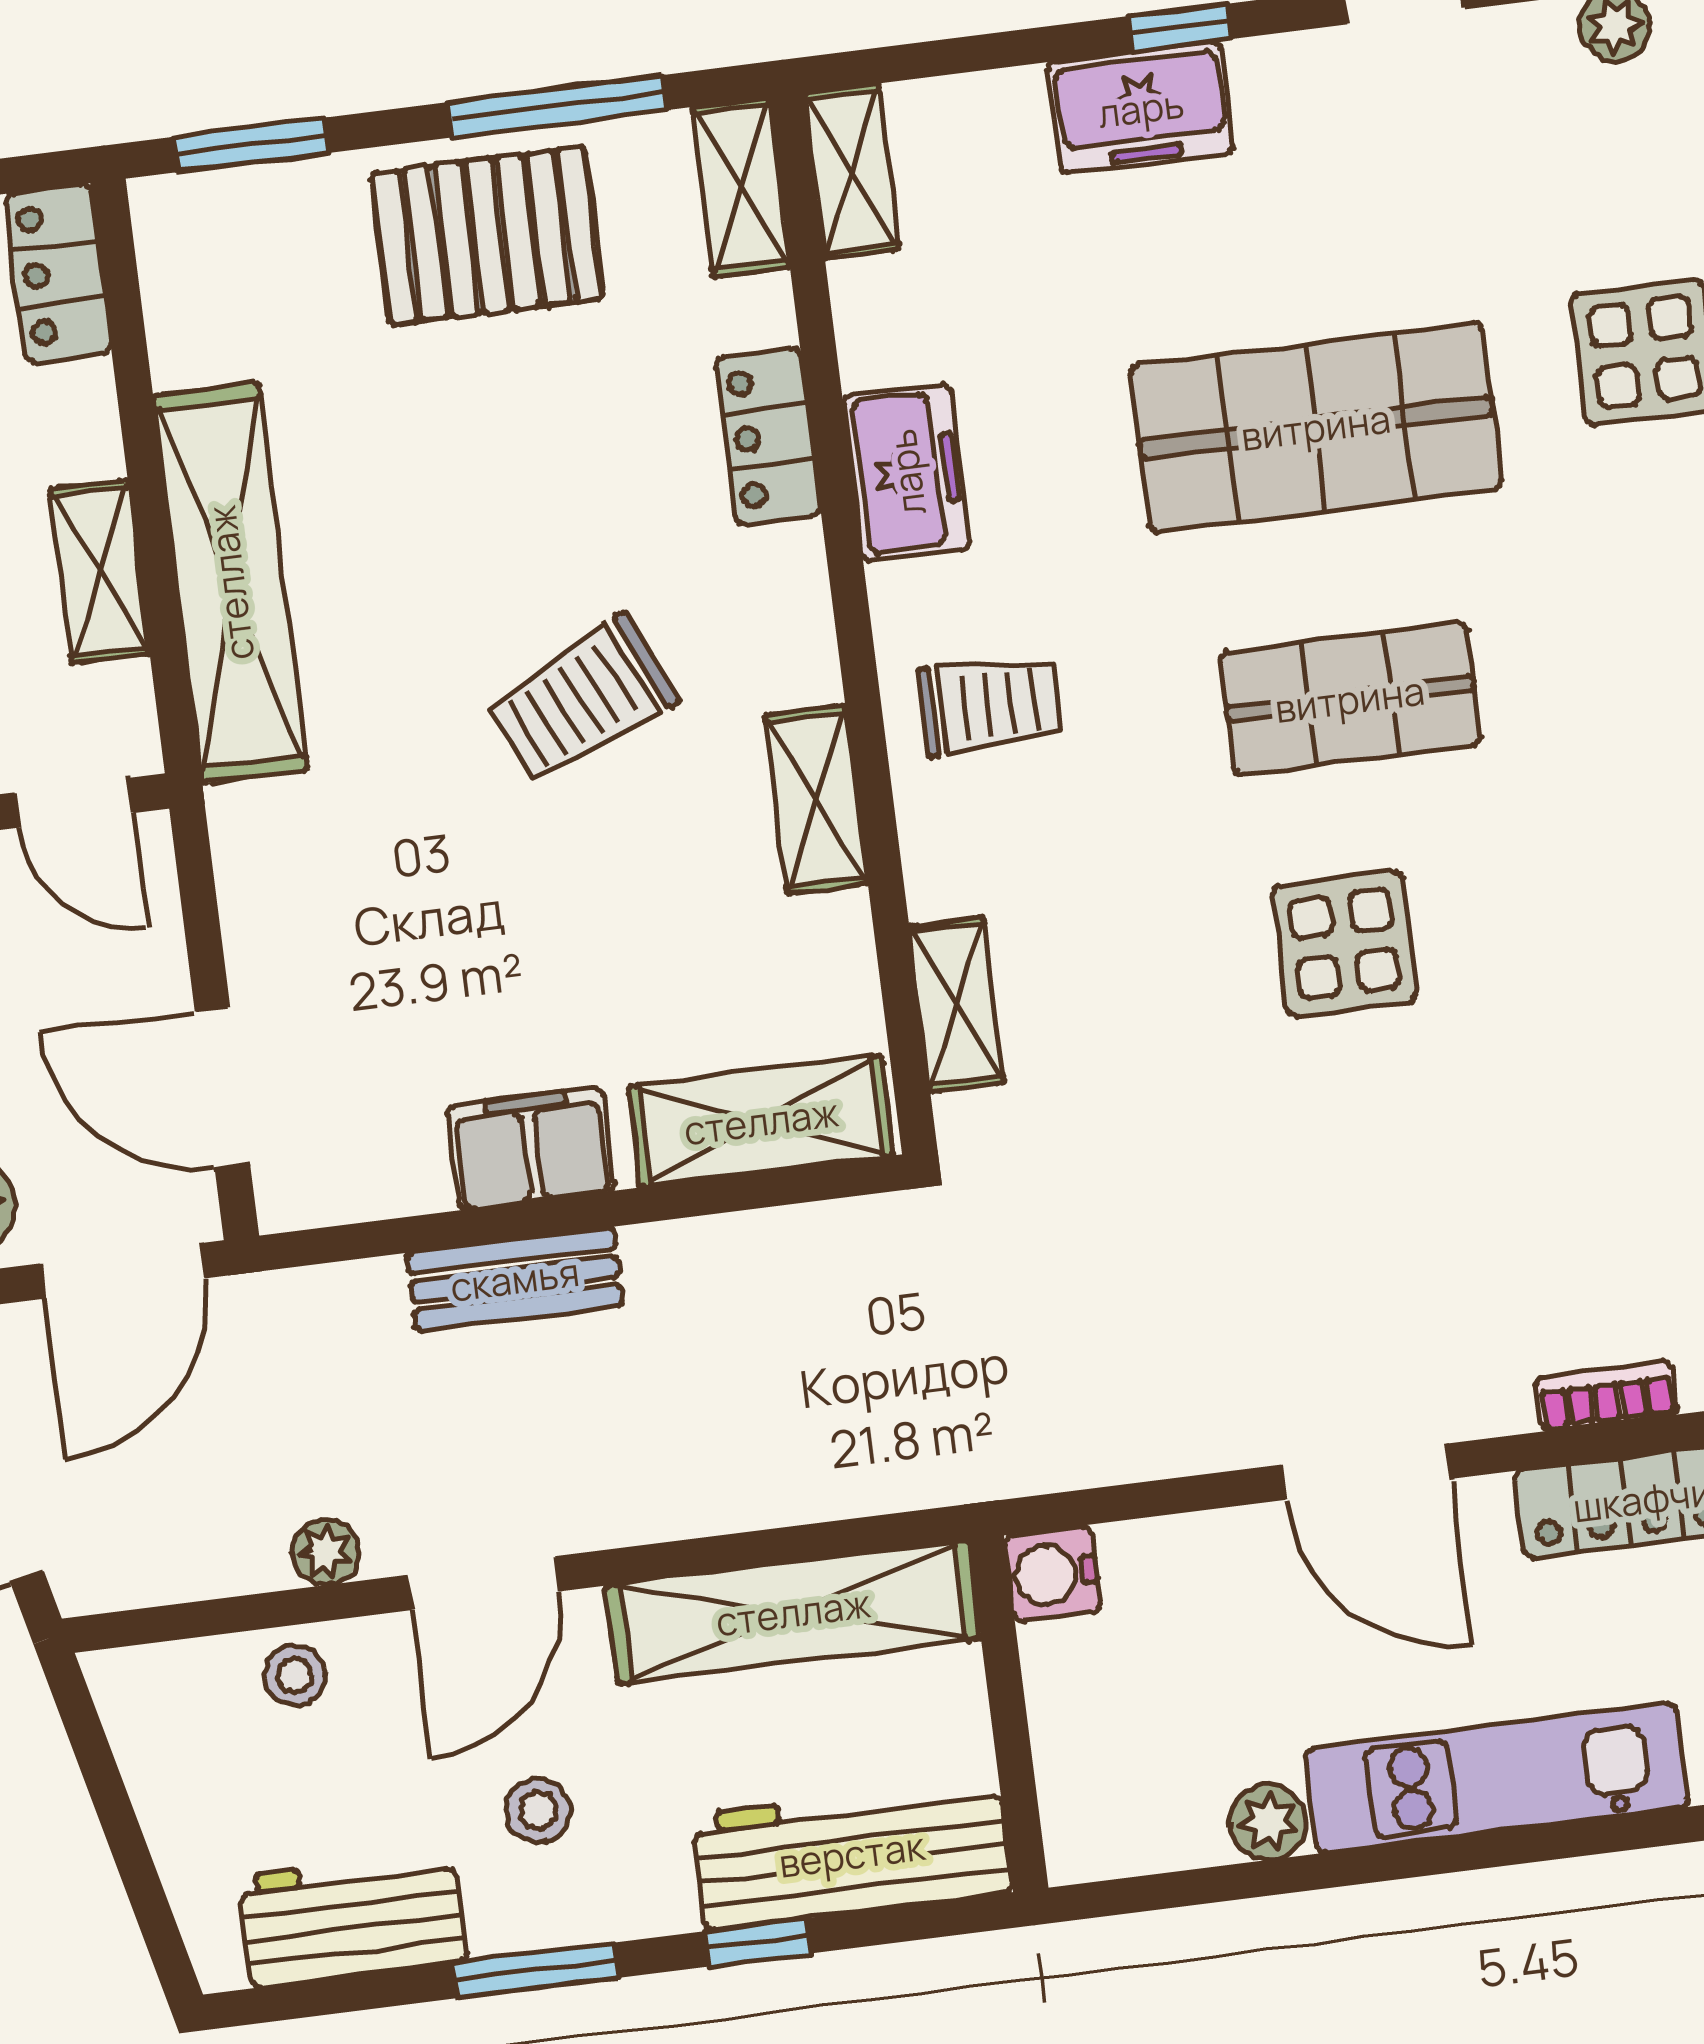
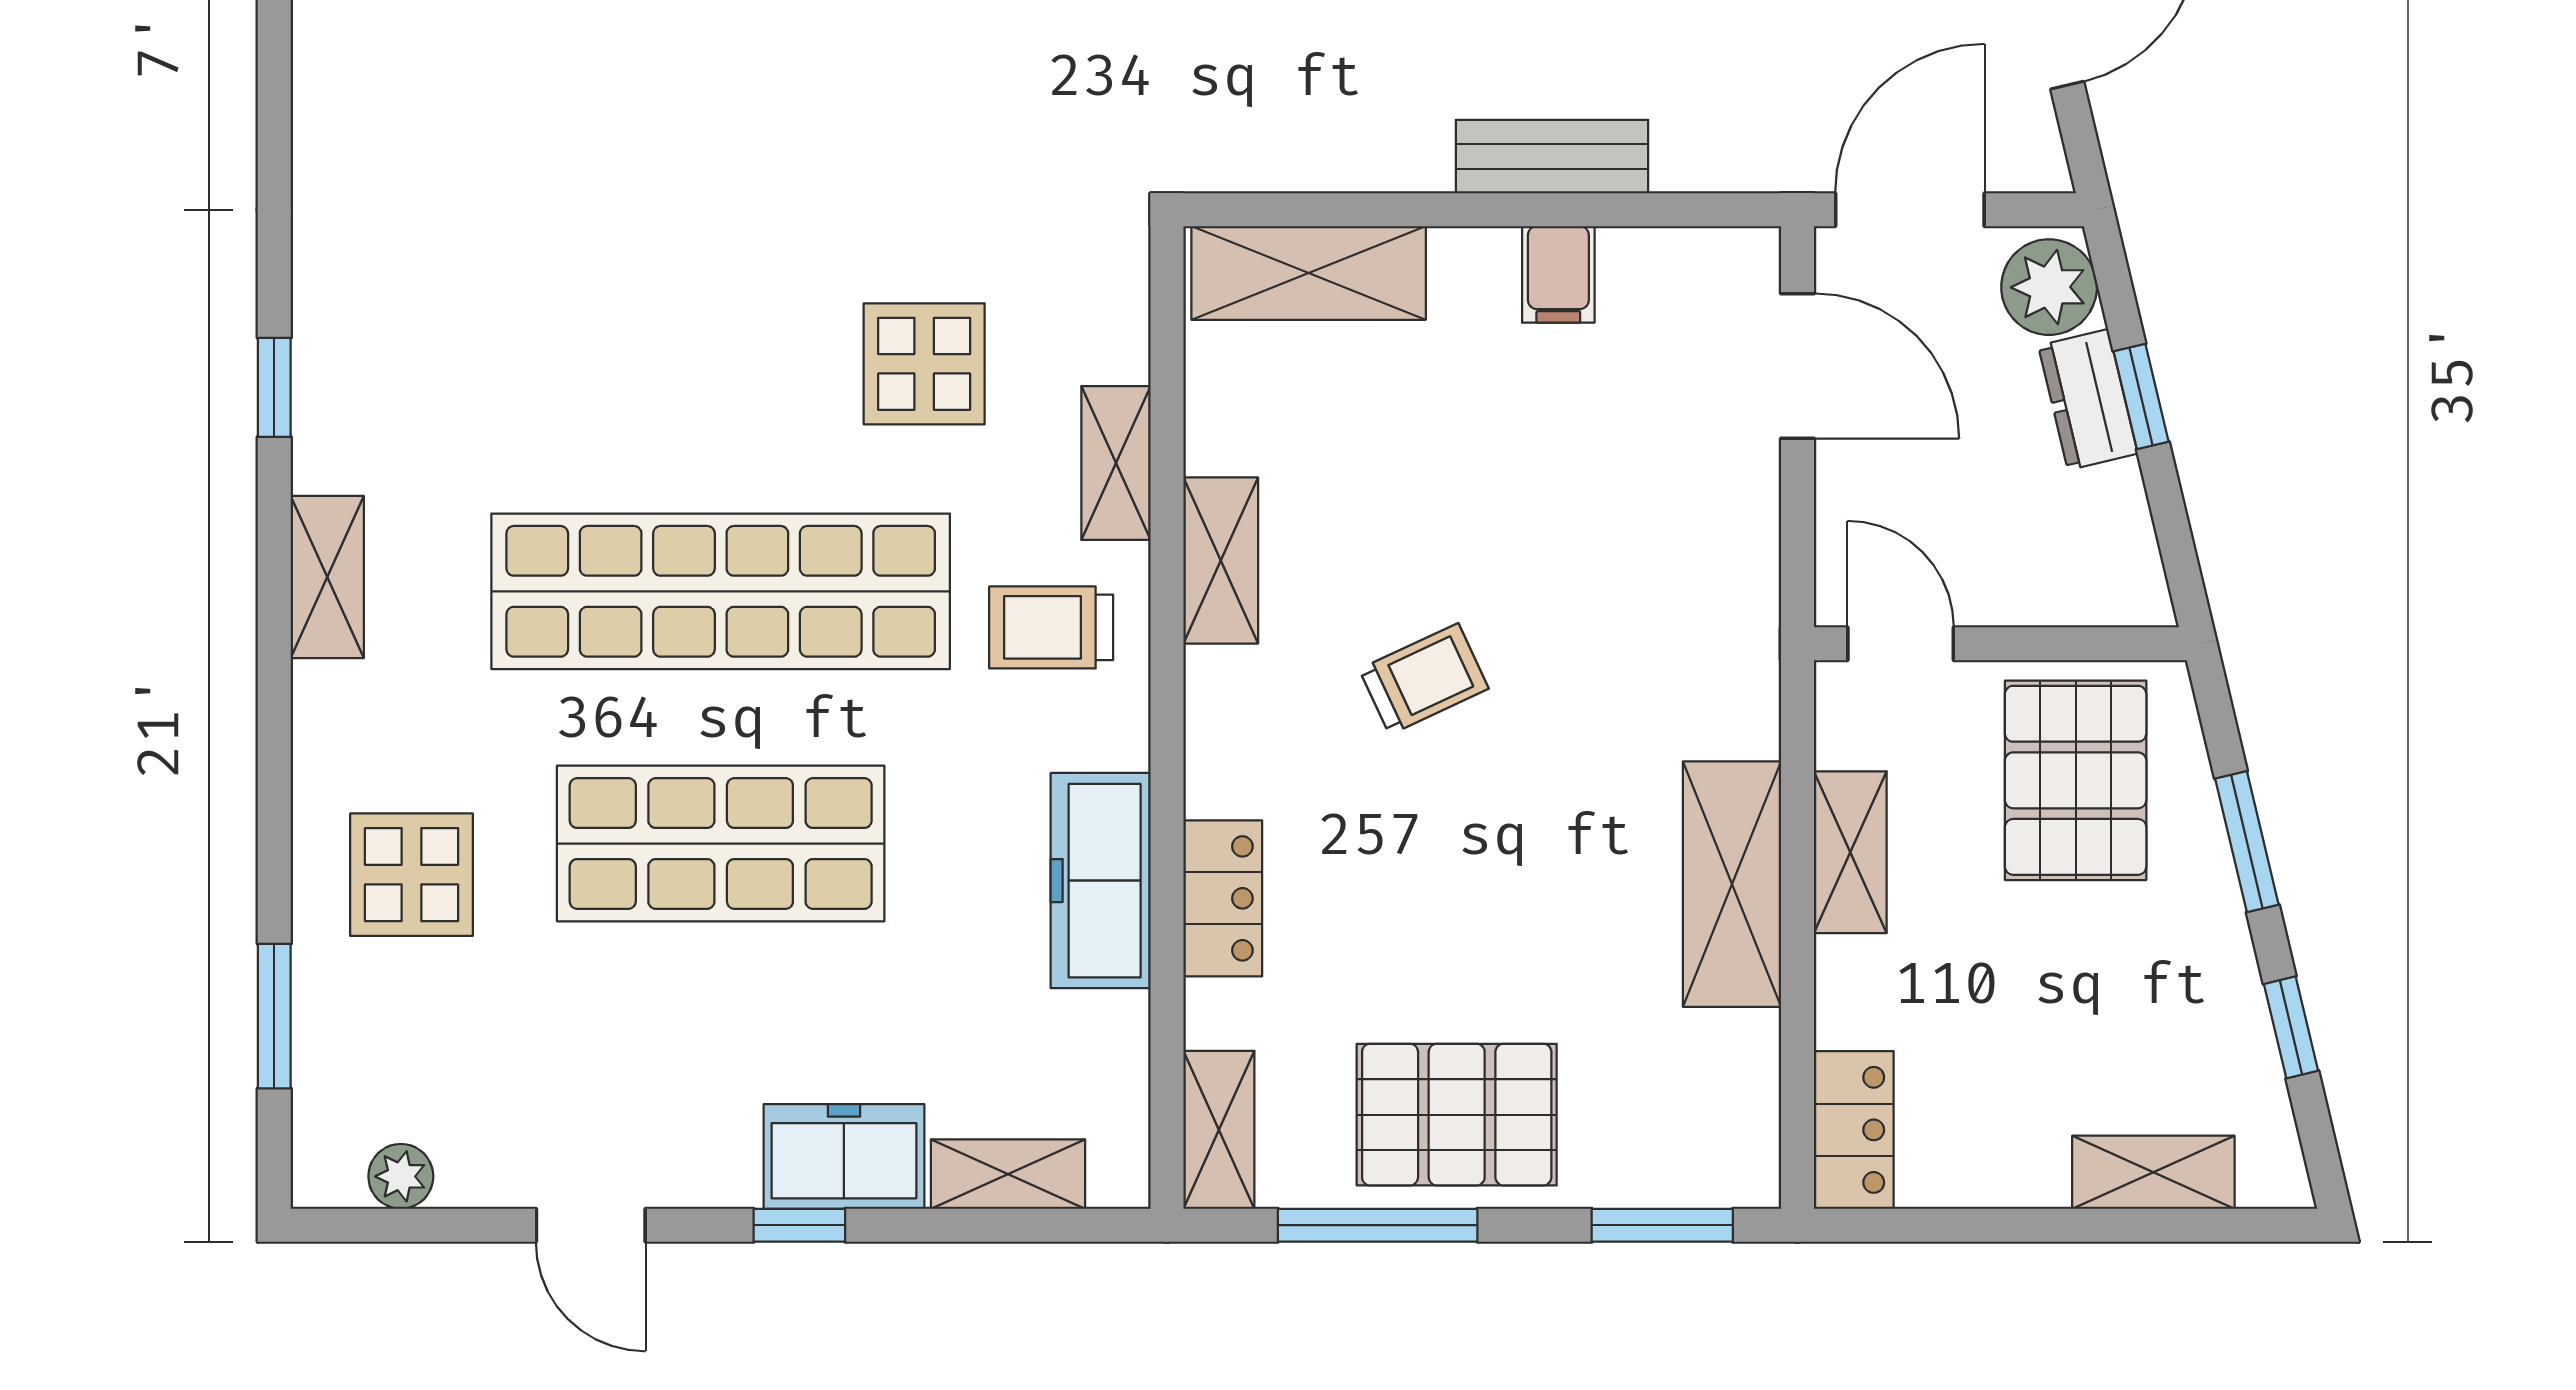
shelving: (852, 171) -> (1008, 1174), moved, turned 90
freezer: (906, 472) -> (1101, 881), width x1.40
shelving: (230, 583) -> (1732, 884), width x0.68
shop shelf: (1350, 699) -> (721, 591), width x2.00, depth x1.36
trolley: (582, 700) -> (1424, 679), width x0.73, depth x0.72
display table: (1345, 944) -> (924, 364), moved
shelving: (957, 1004) -> (1116, 463), moved
filing cabinet: (531, 1149) -> (1558, 274), width x0.50

